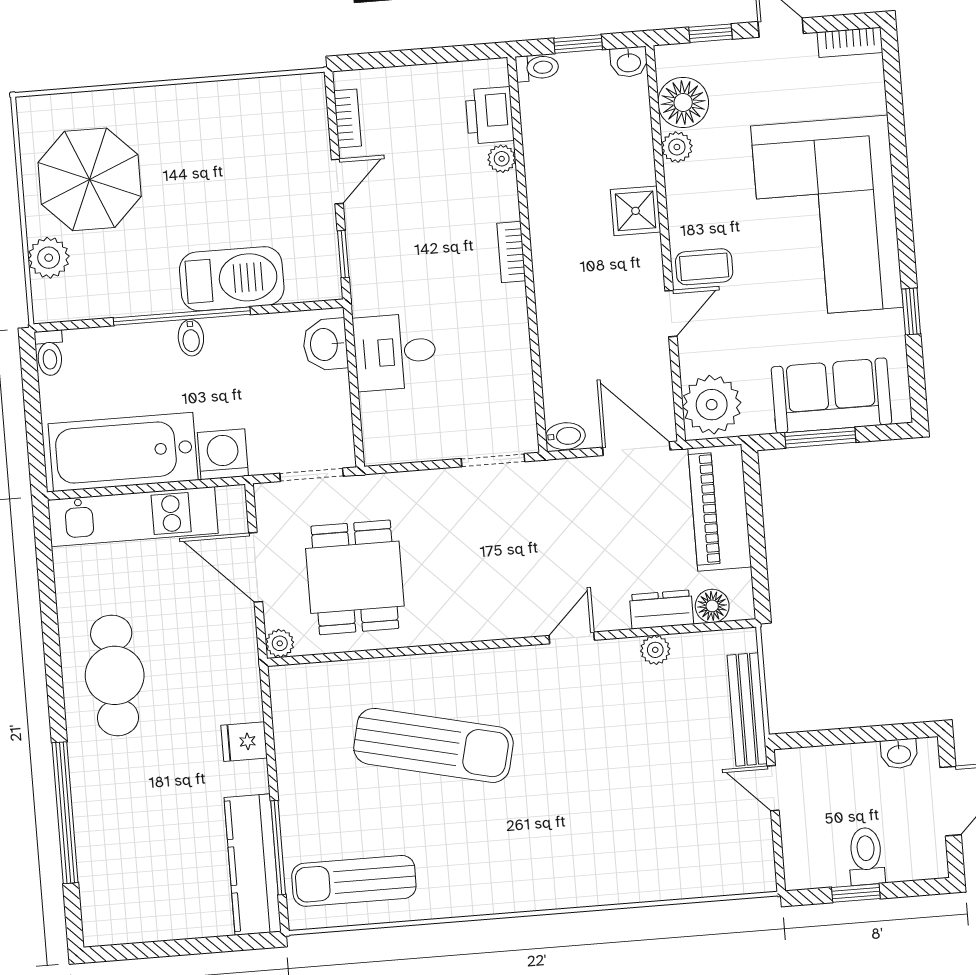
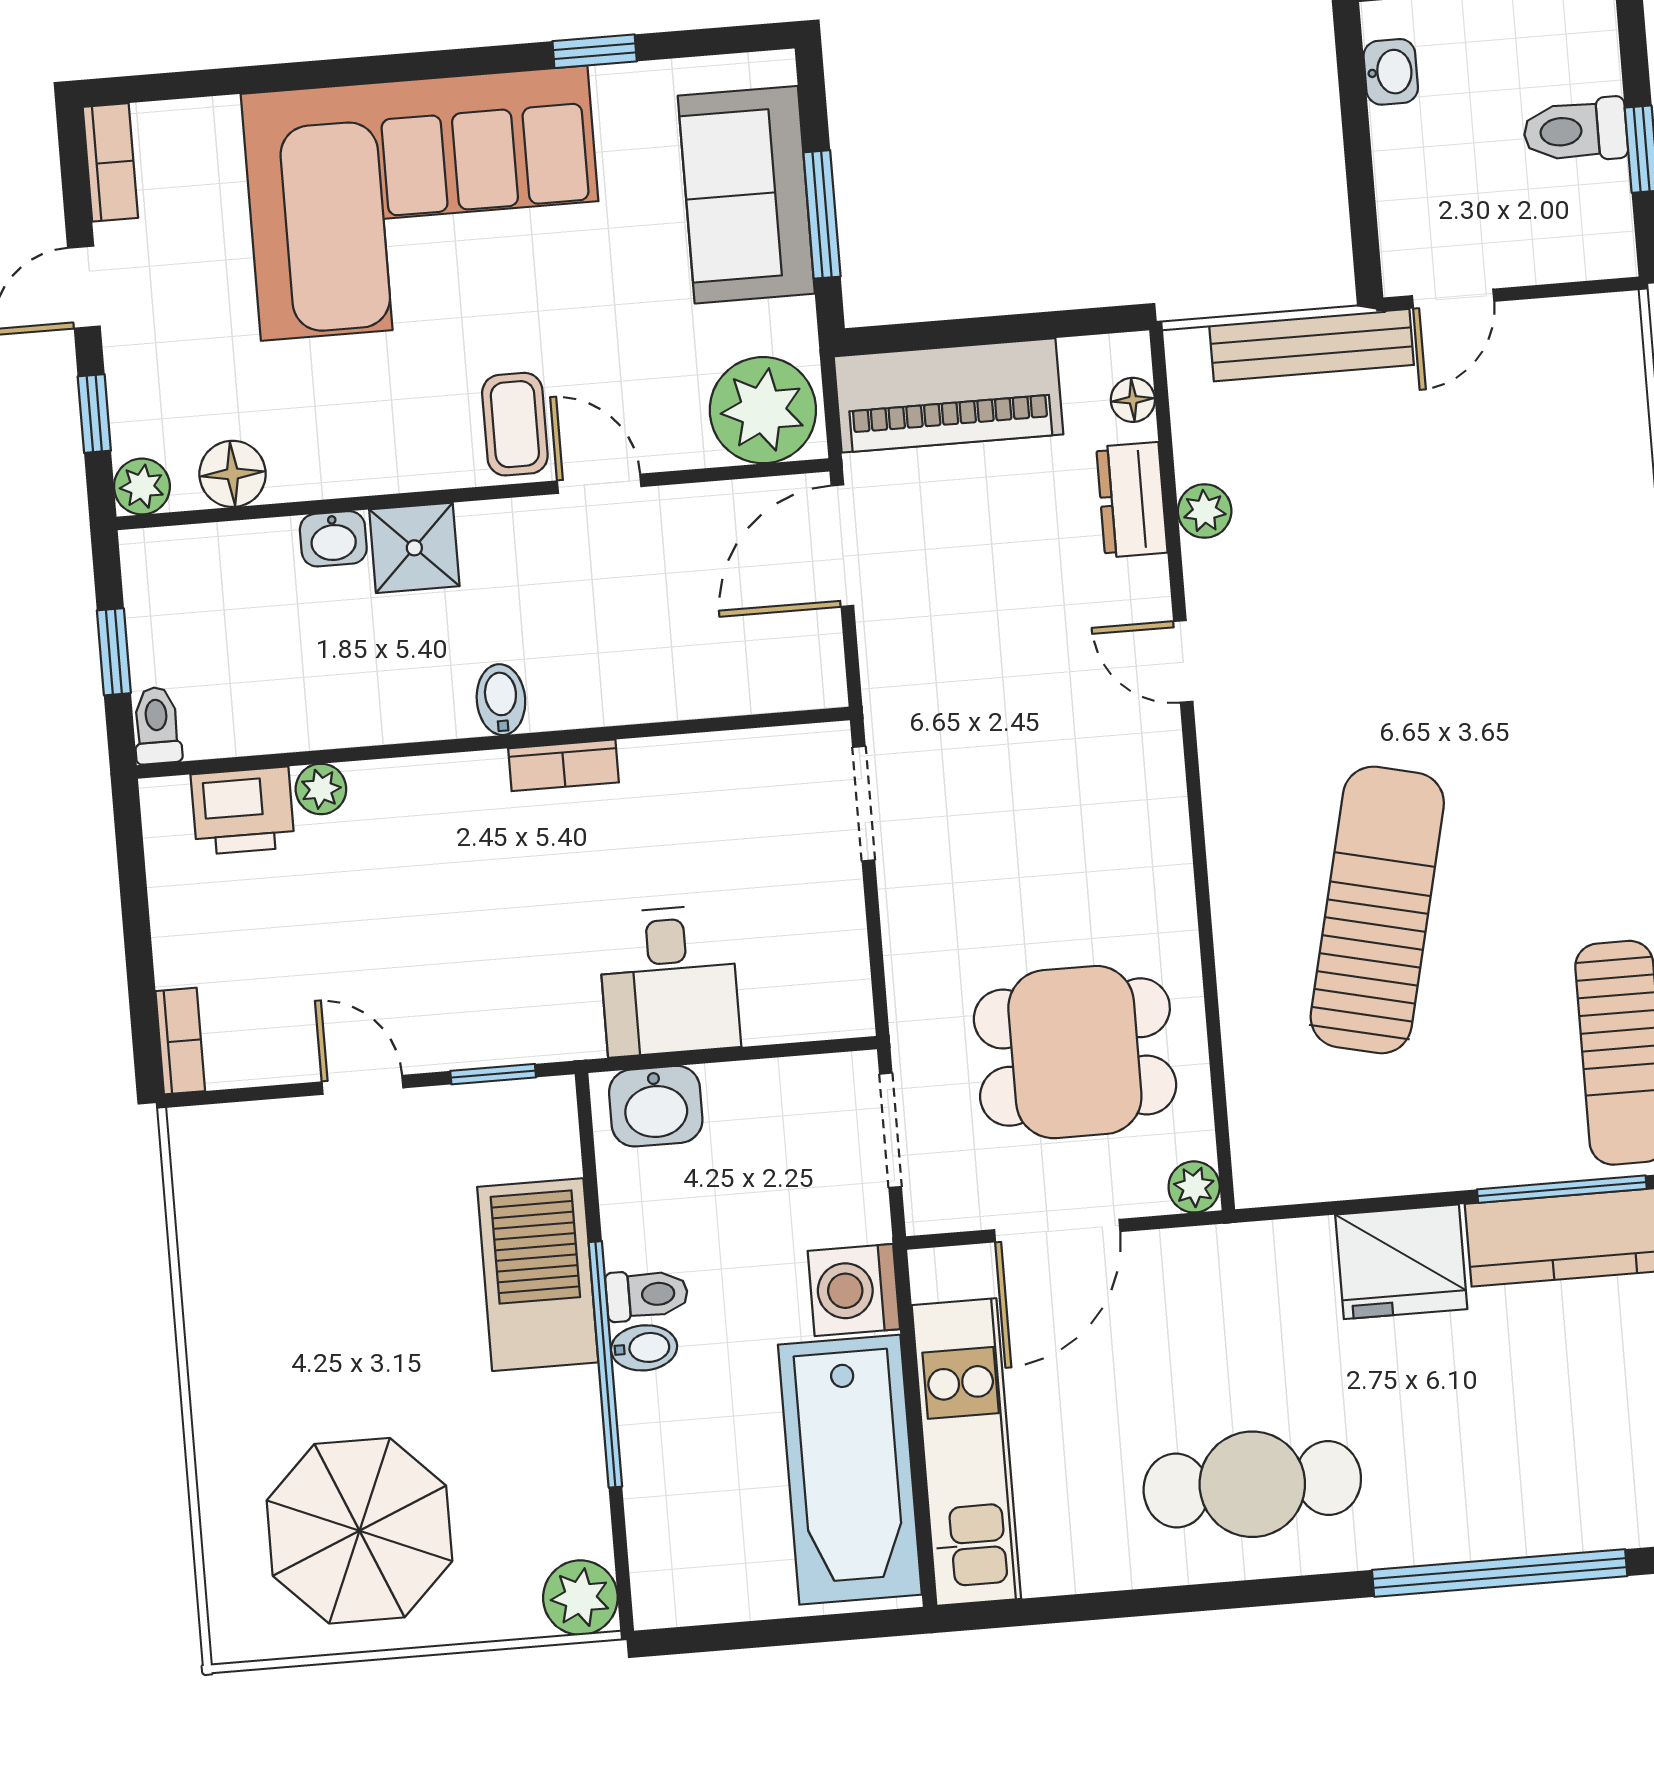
washbasin: (629, 62) -> (333, 539), moved, turned 90
floor lamp: (683, 103) -> (233, 474), width x0.73, depth x0.73
bookcase: (348, 118) -> (180, 1041), moved, turned 90
plant: (677, 147) -> (142, 487), moved
bookcase: (511, 252) -> (564, 765), moved
plant: (49, 258) -> (580, 1598), moved
toilet: (49, 353) -> (647, 1295), moved
bidet: (565, 436) -> (501, 700), moved
floor lamp: (712, 606) -> (1133, 400), width x0.73, depth x0.73
fridge: (244, 742) -> (1401, 1262), width x1.88, depth x1.34

